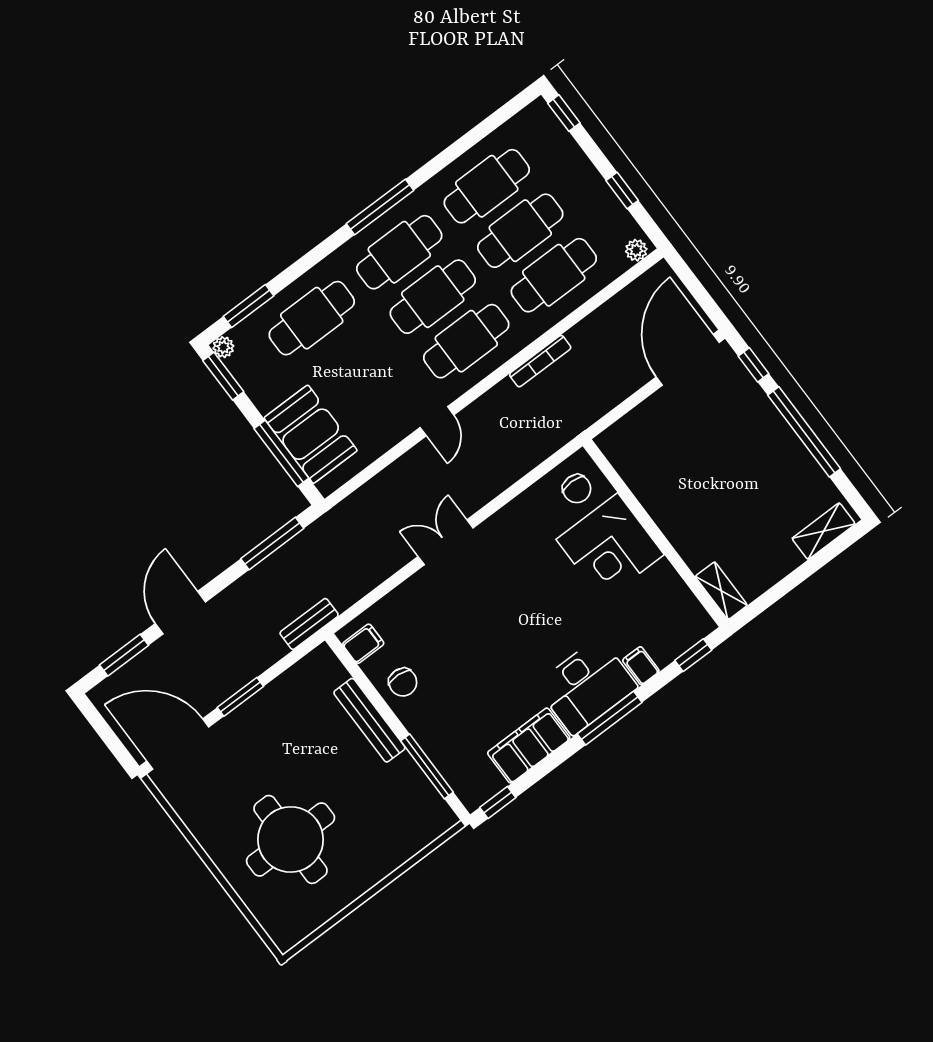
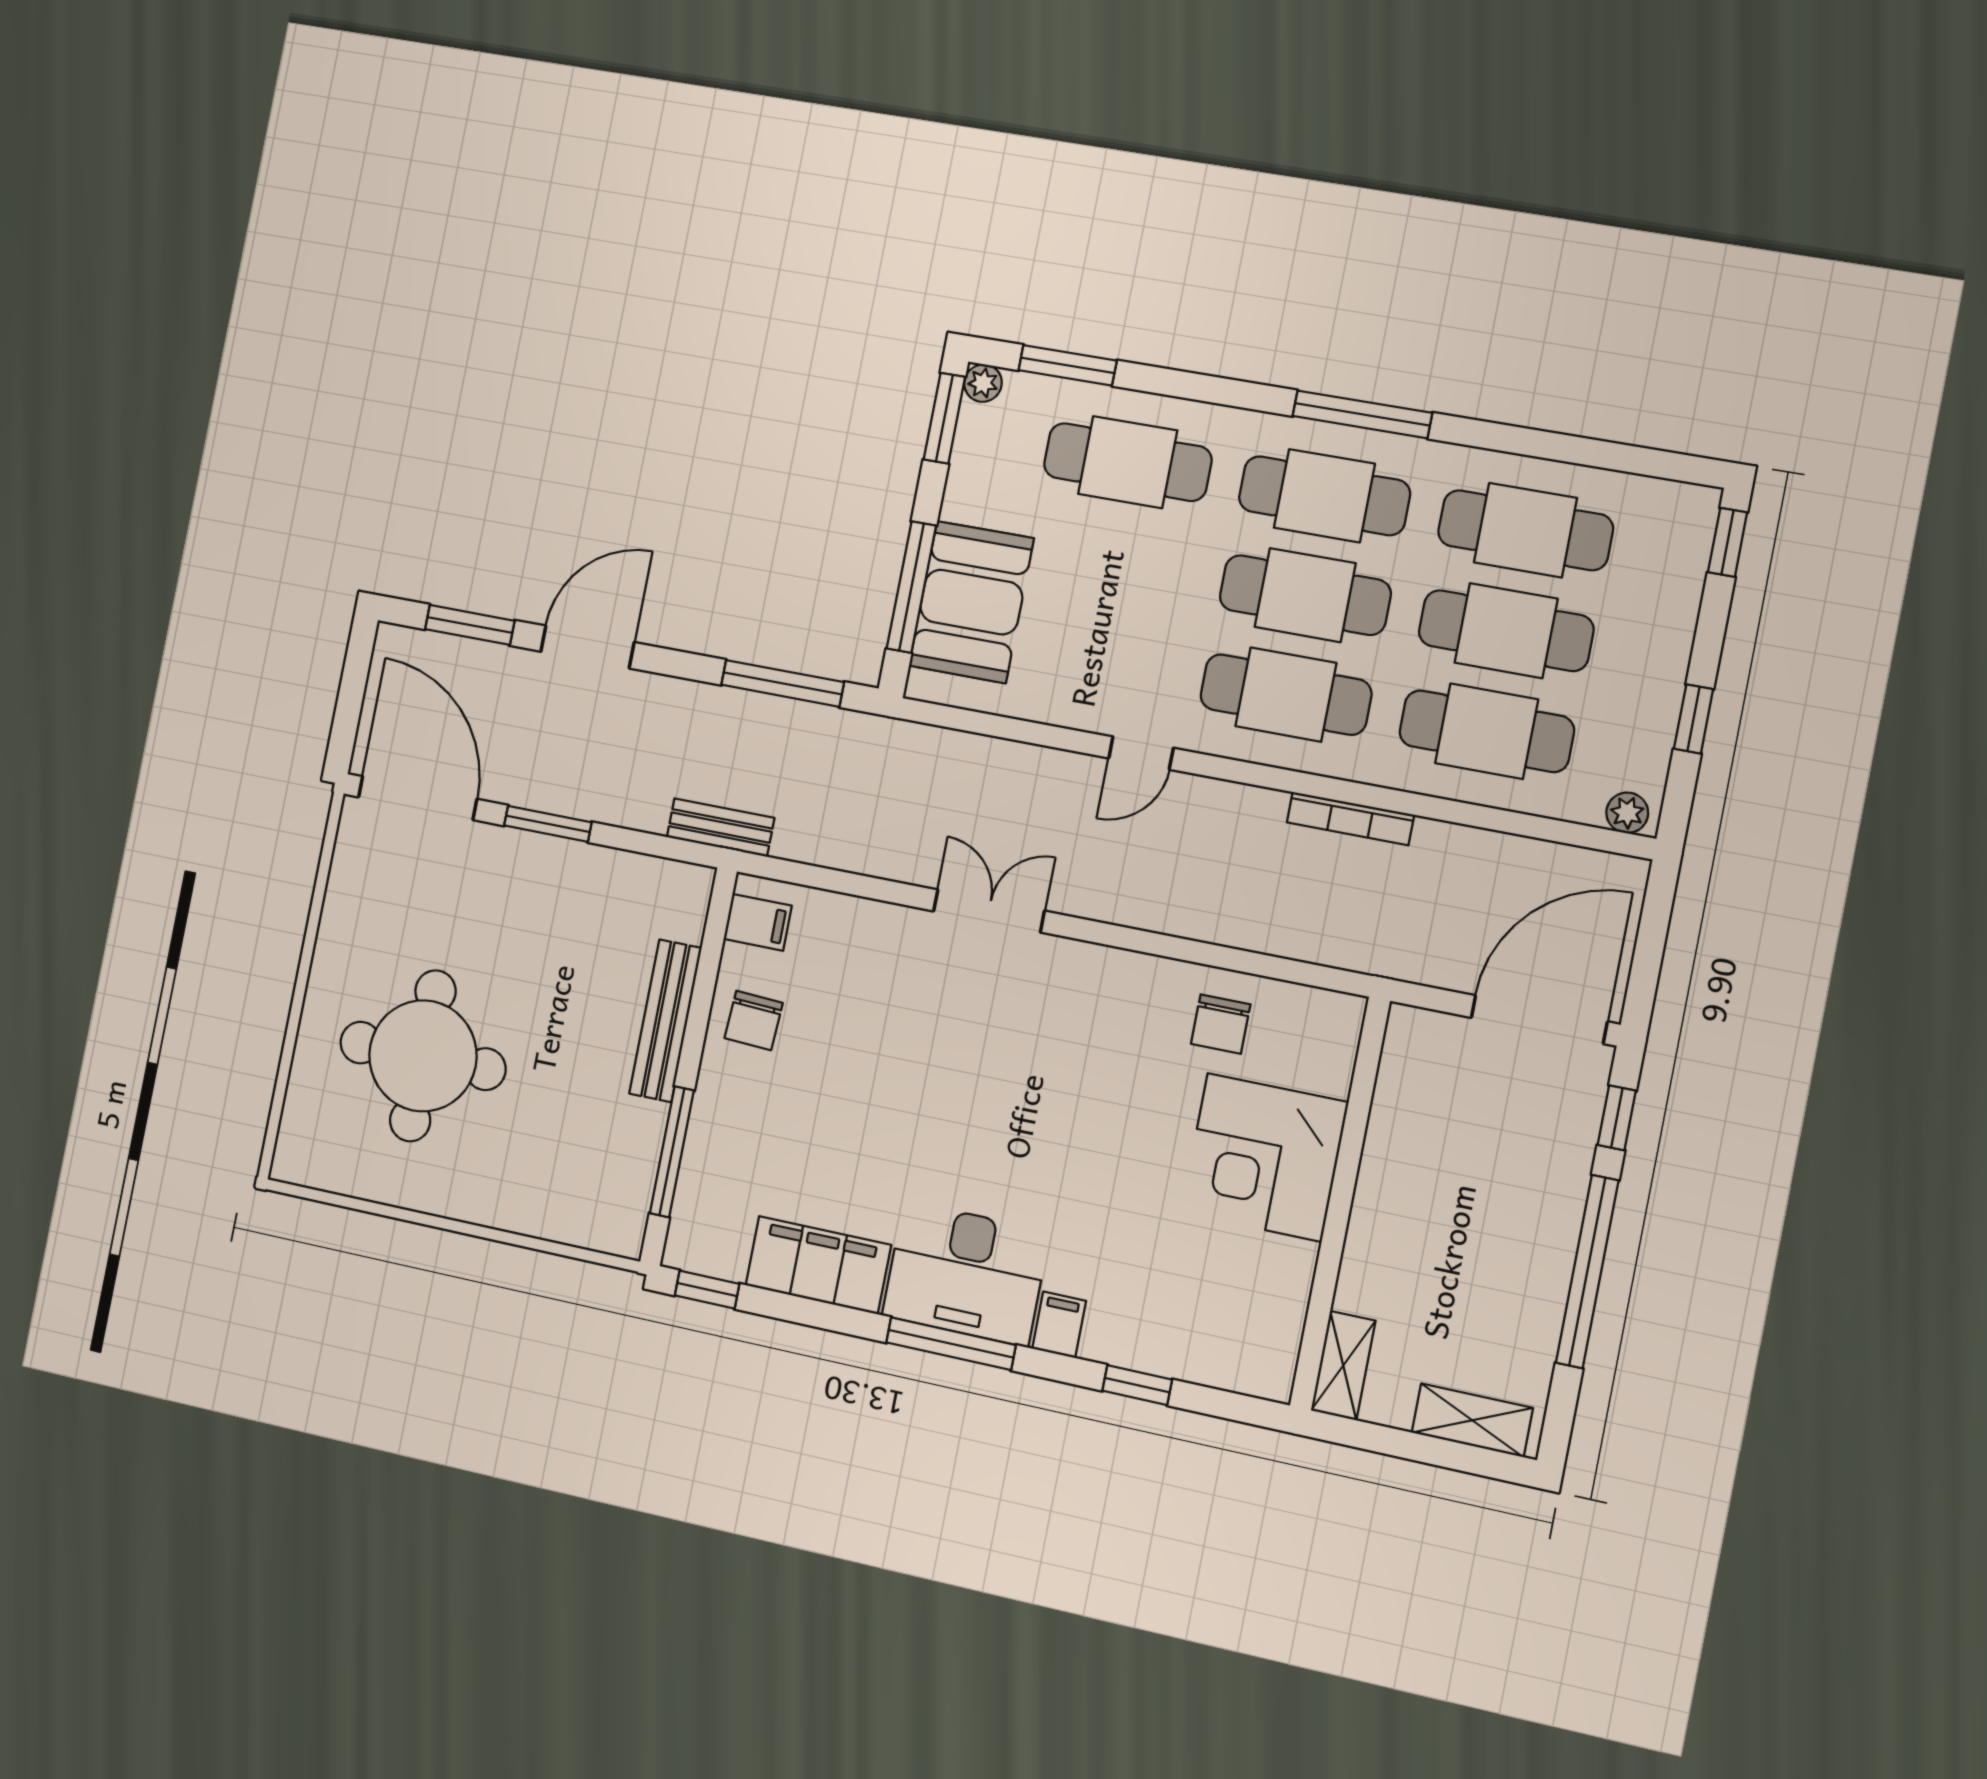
wall: (655, 533) -> (1340, 1203), moved
corner desk: (610, 547) -> (1264, 1157), moved
shelving: (721, 591) -> (1343, 1365), moved

